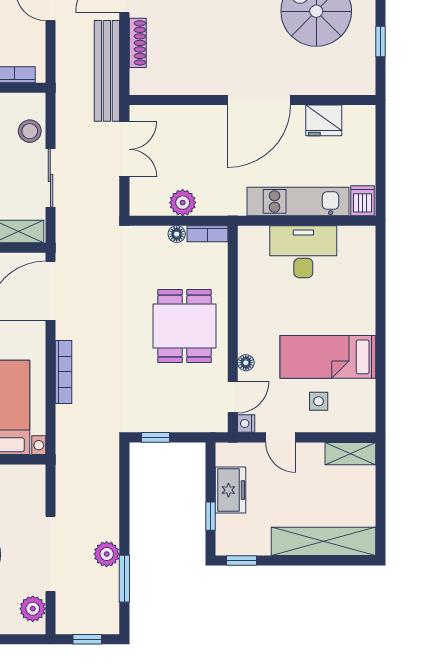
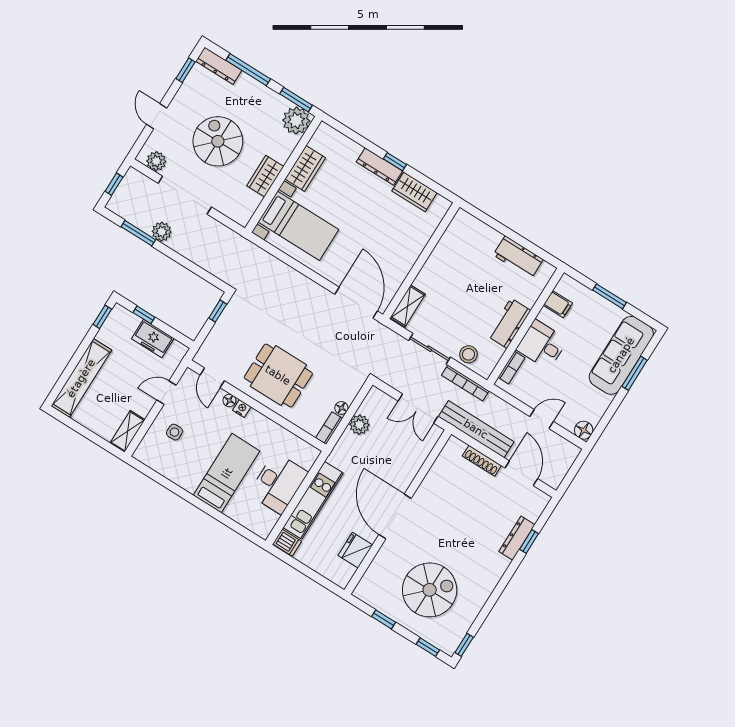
bed: (328, 357) -> (227, 473), moved
bookcase: (64, 372) -> (465, 383), moved
nightstand: (246, 424) -> (242, 408), moved

